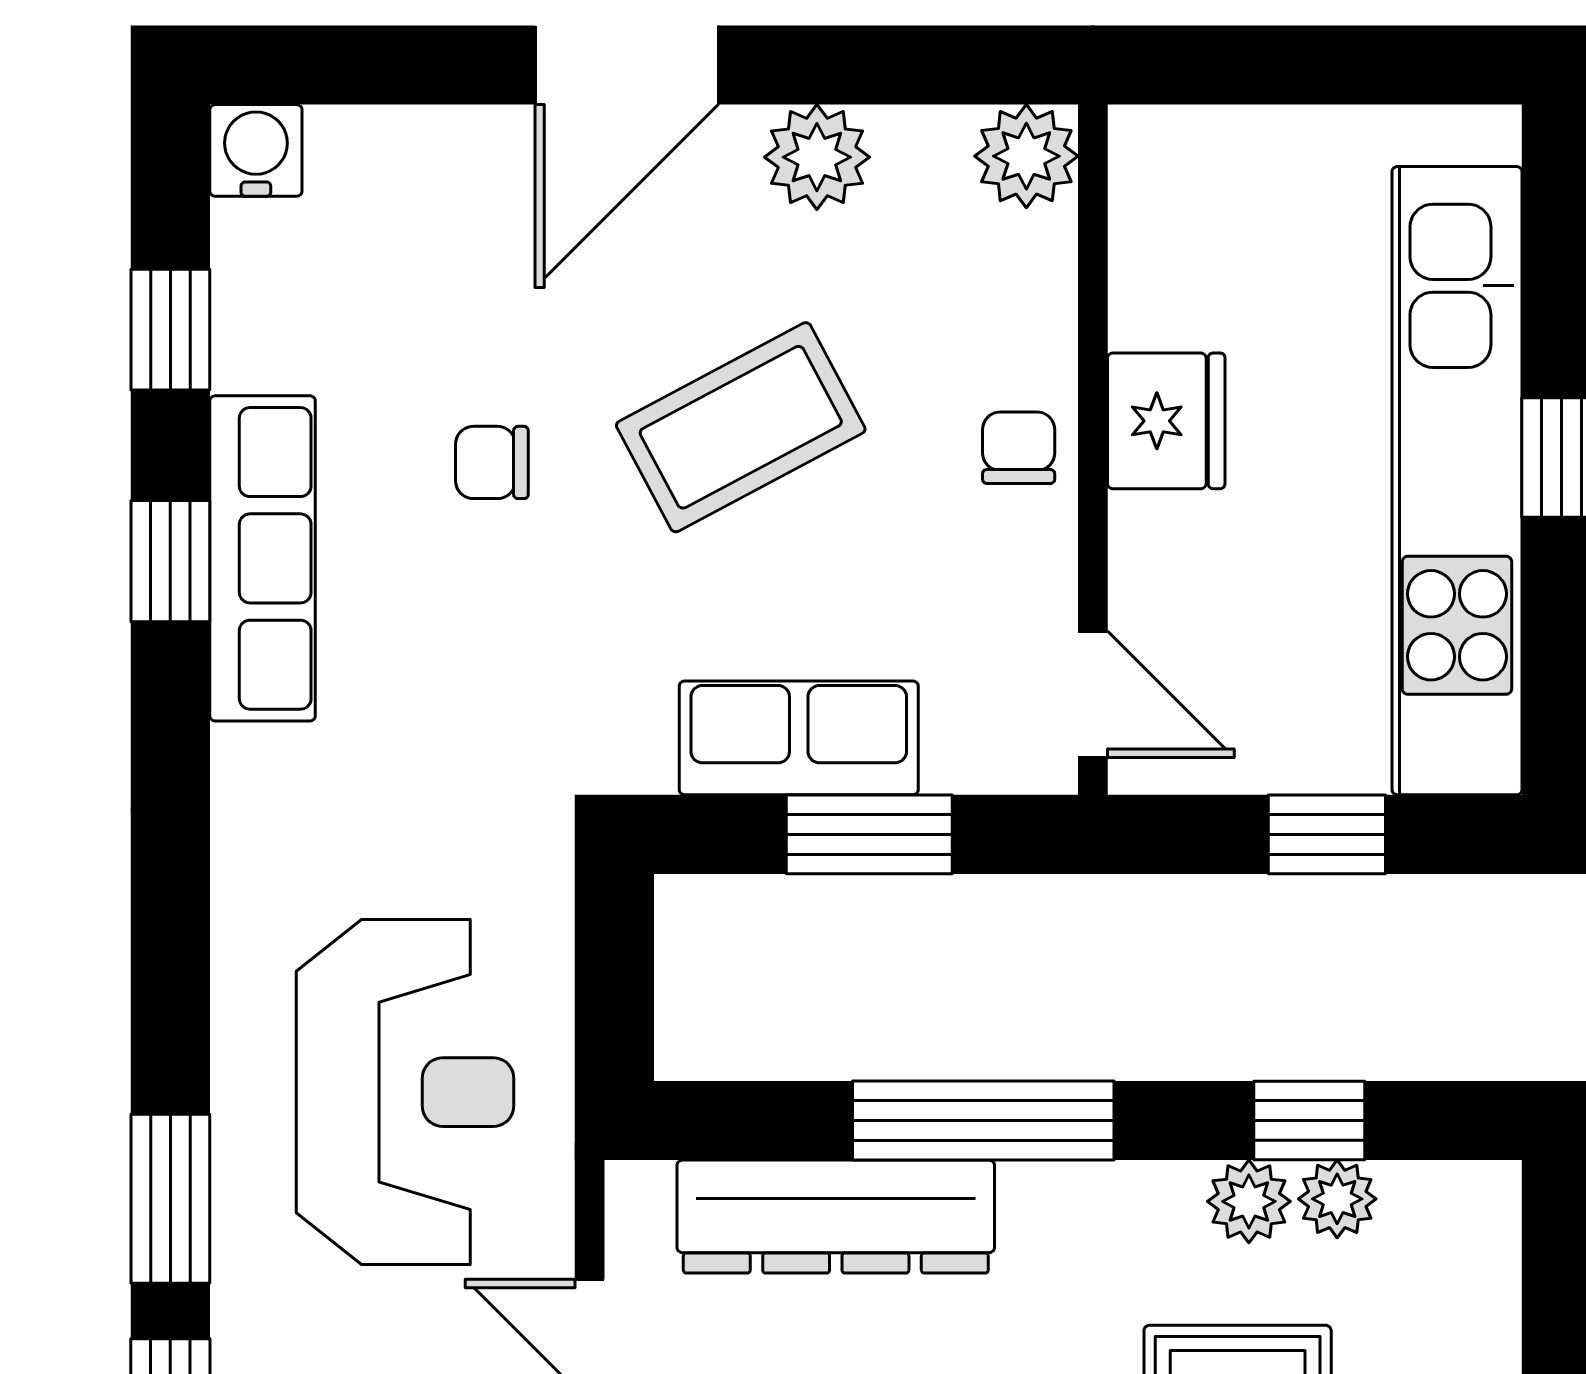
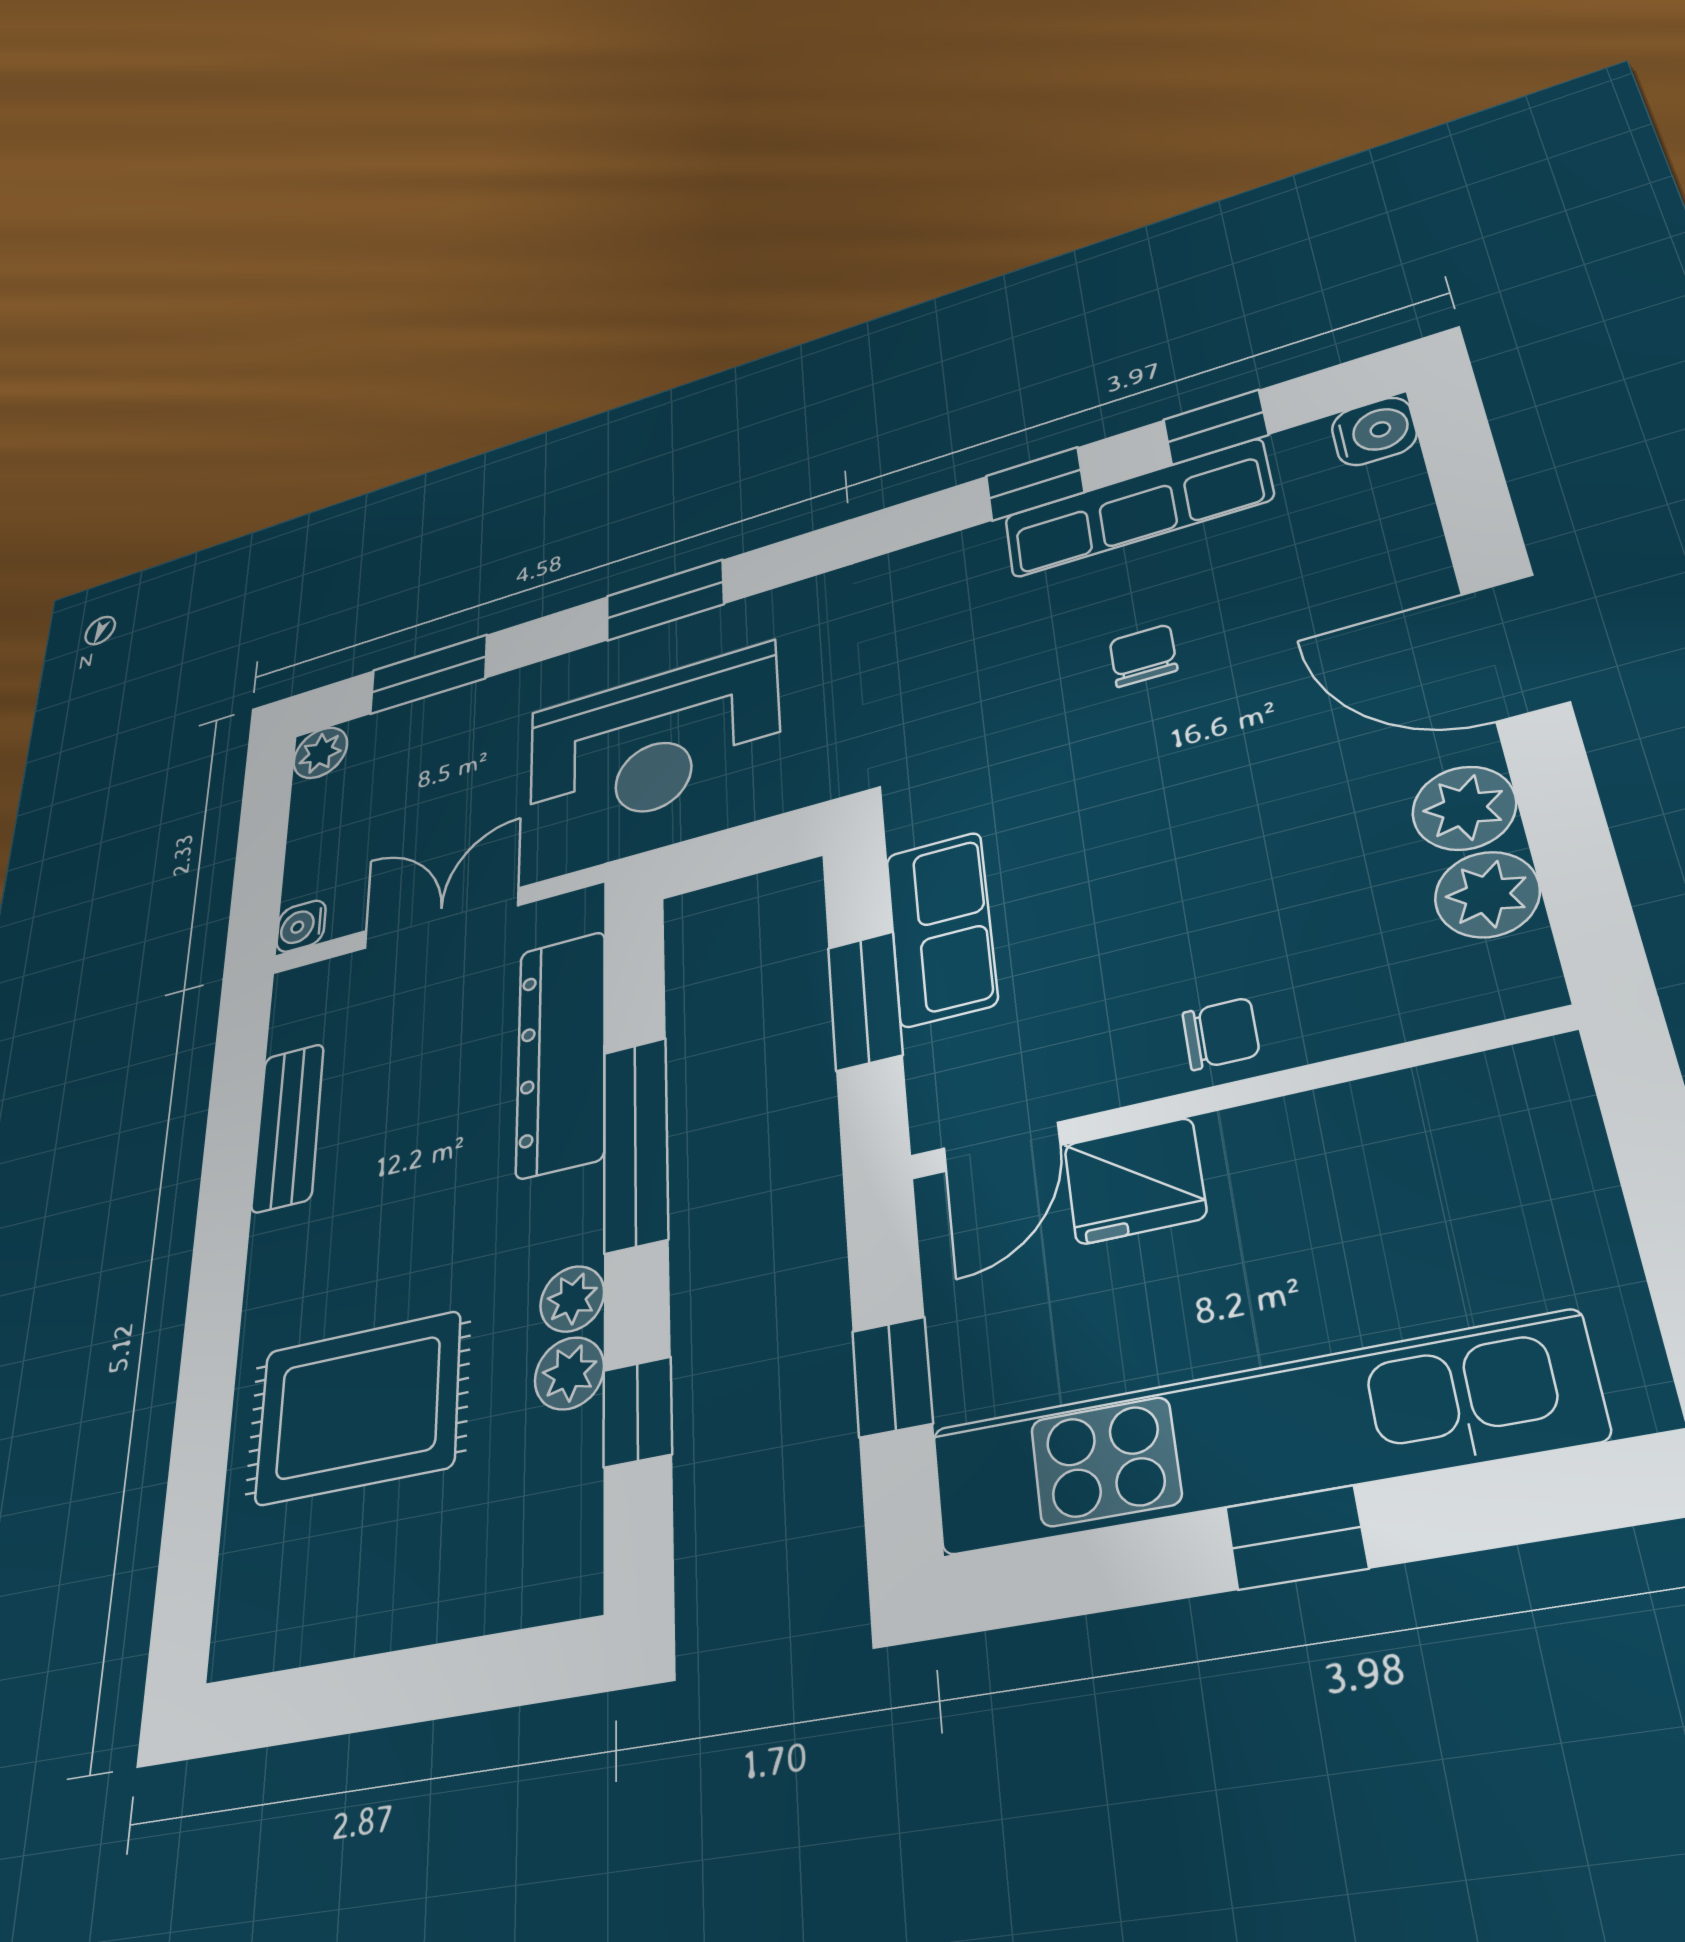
plant: (1026, 156) -> (1487, 894), moved
fridge: (1166, 421) -> (1135, 1181), moved
coffee table: (741, 427) -> (1203, 817), removed
row of seats: (263, 558) -> (1137, 508), moved
window: (170, 1199) -> (665, 600), moved
plant: (1337, 1199) -> (572, 1299), moved

